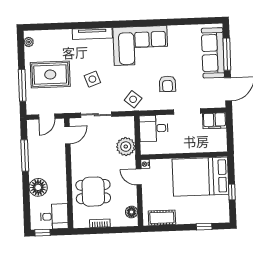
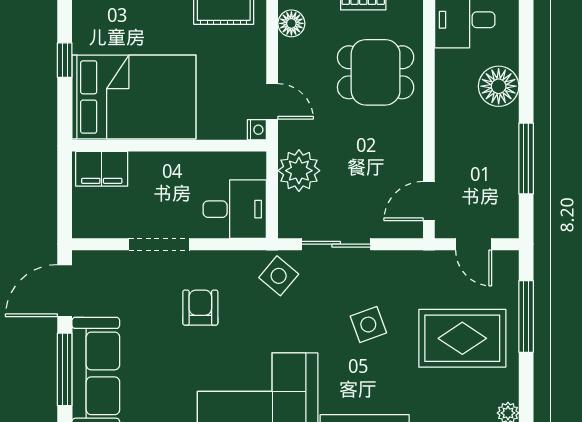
sliding door: (96, 115) -> (336, 244), moved
door: (47, 117) -> (474, 244), swing flipped
filing cabinet: (214, 121) -> (102, 169), moved, turned 180

